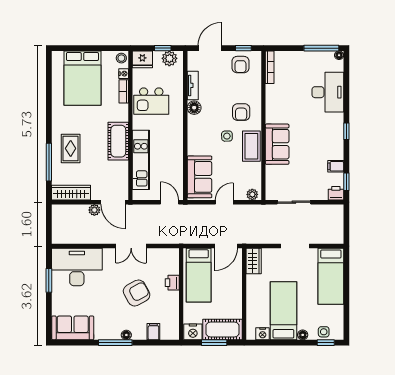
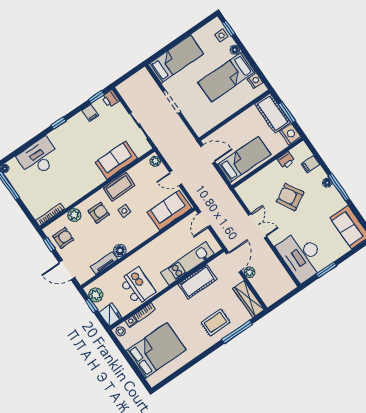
plant: (254, 89) -> (74, 215), added
cot: (118, 141) -> (197, 282), moved
sofa: (277, 144) -> (116, 160), moved
wardrobe: (254, 261) -> (205, 125), removed
printer: (172, 283) -> (286, 160), moved

